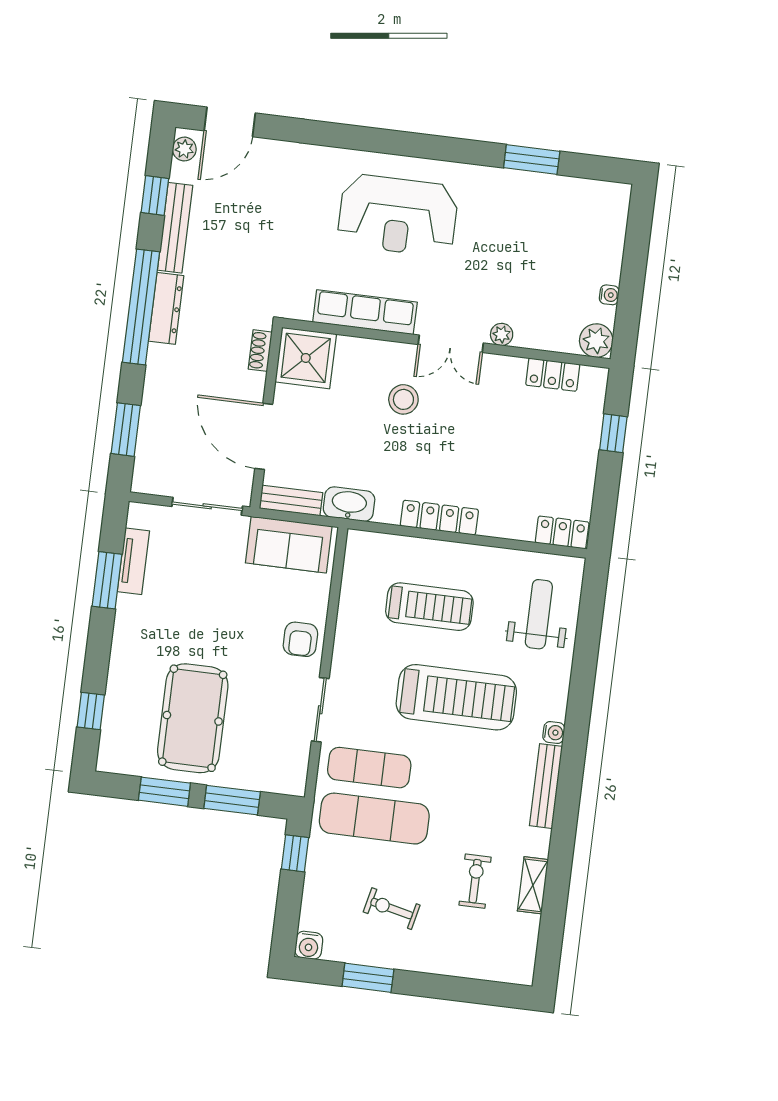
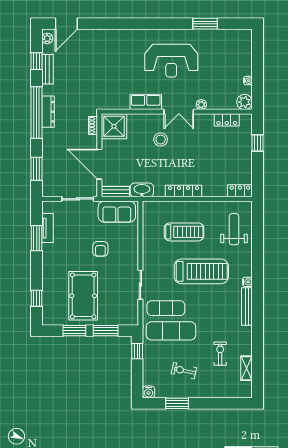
reception desk: (398, 215) -> (171, 61), moved
bench: (175, 228) -> (47, 69), width x0.73
row of seats: (365, 312) -> (146, 102), width x0.68
armchair: (300, 639) -> (100, 249), moved
shelving: (533, 885) -> (247, 368), moved

